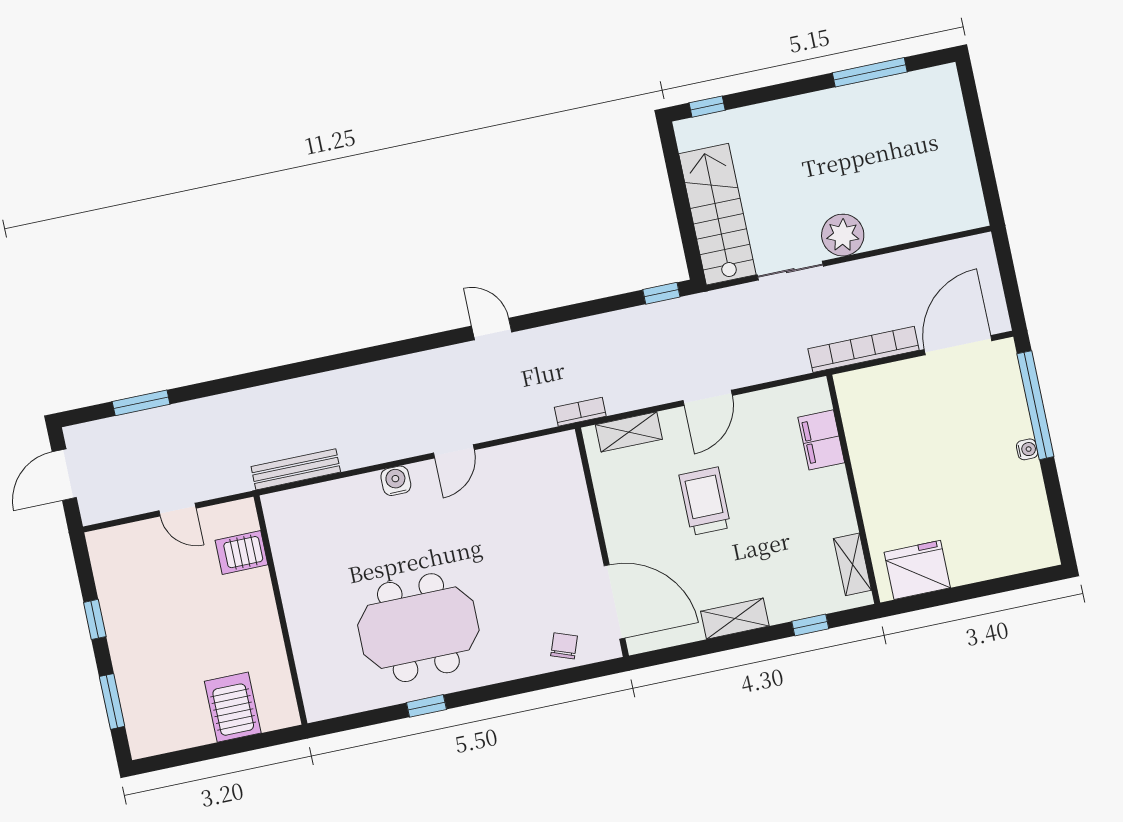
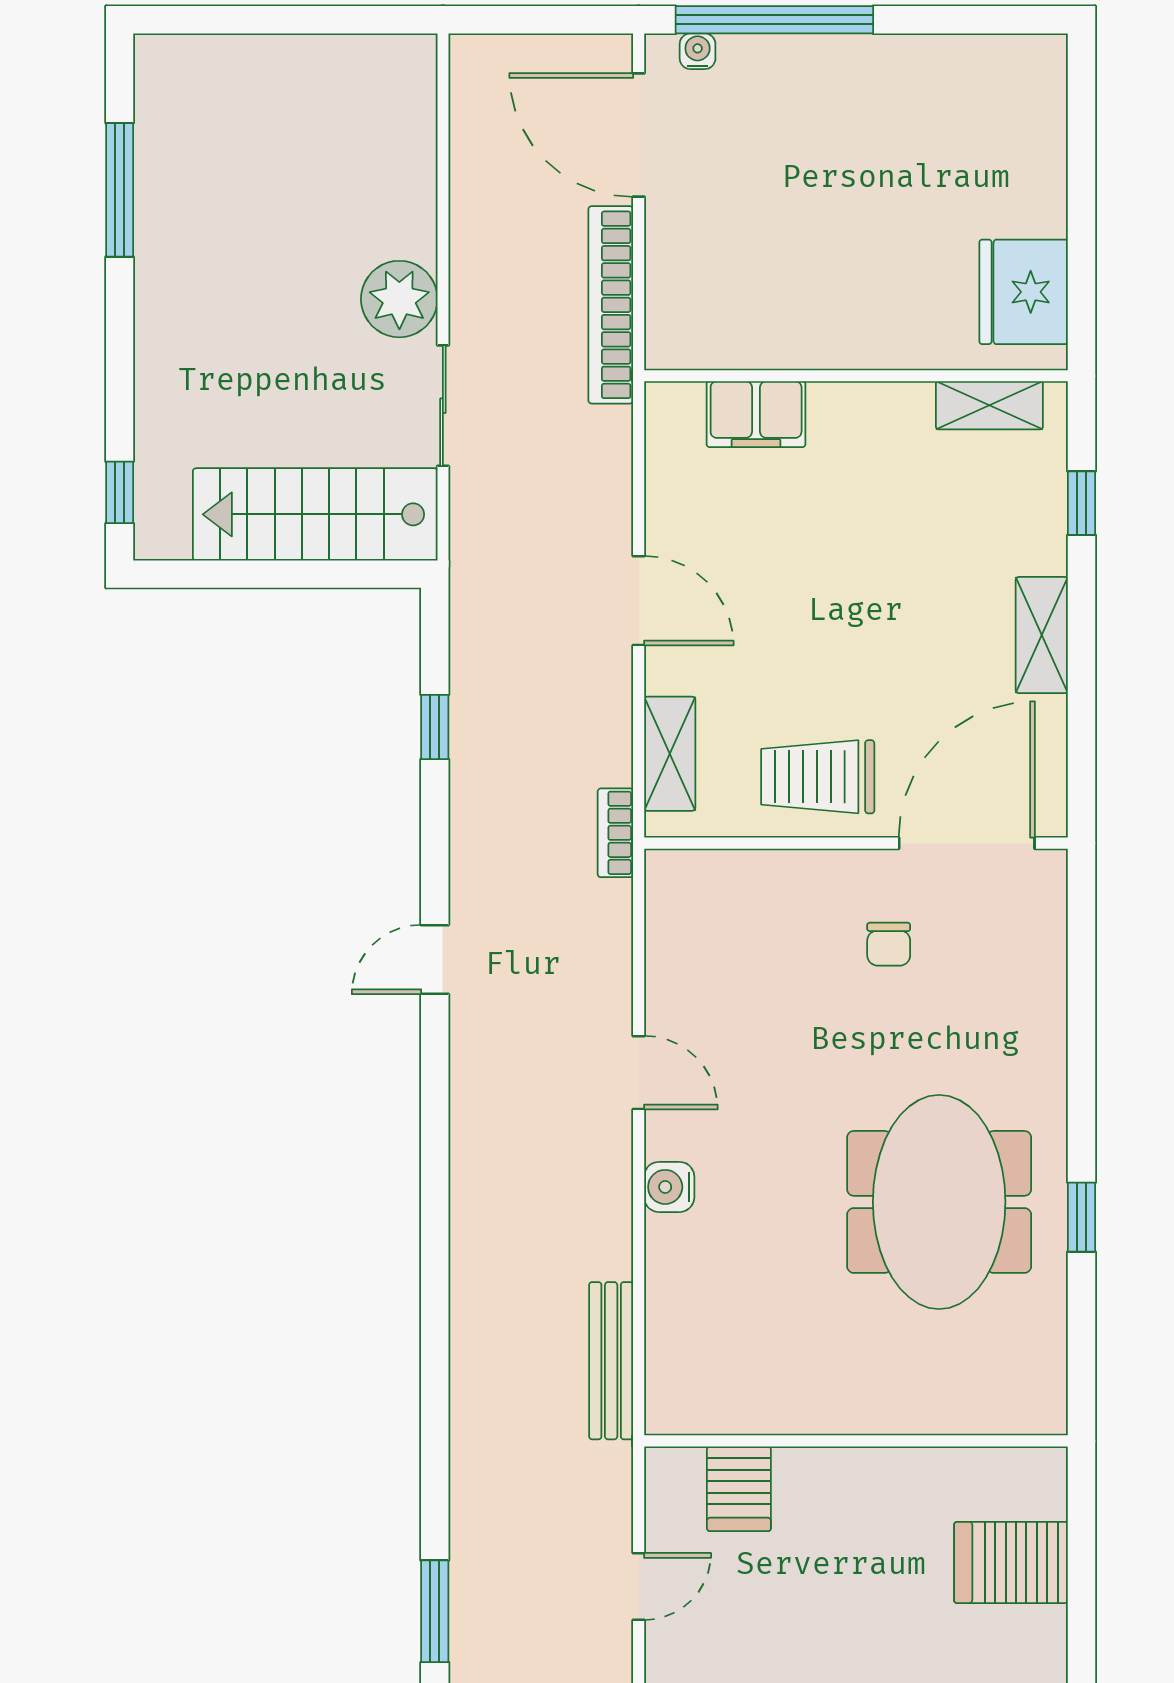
window: (661, 293) -> (435, 727), moved
water cooler: (1027, 449) -> (698, 51), moved
trolley: (705, 501) -> (818, 777), moved
chair: (564, 646) -> (889, 944), moved, turned -110

